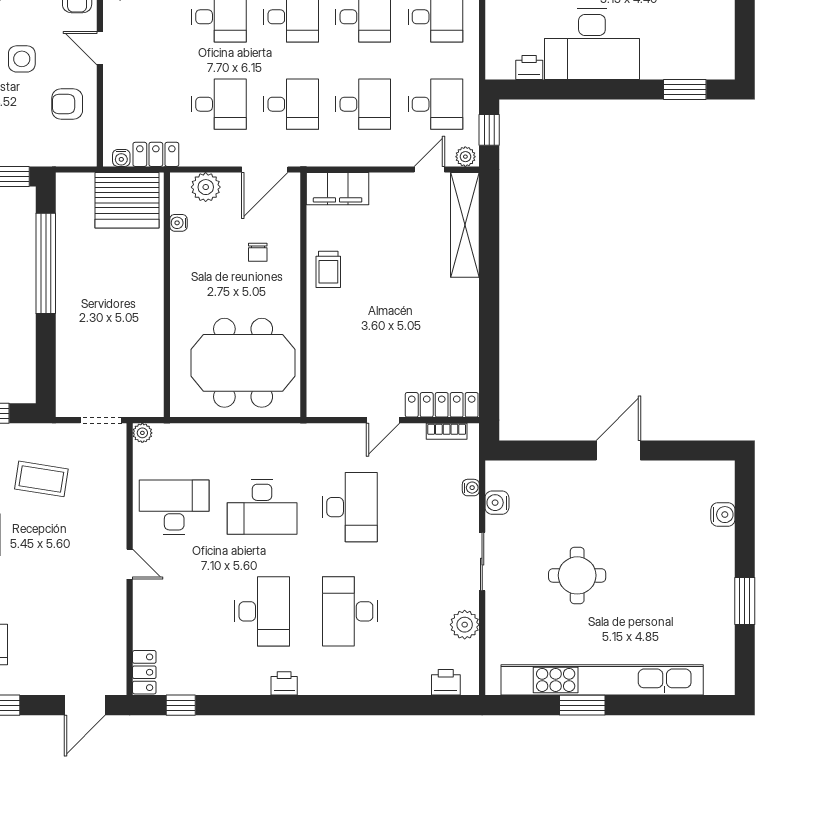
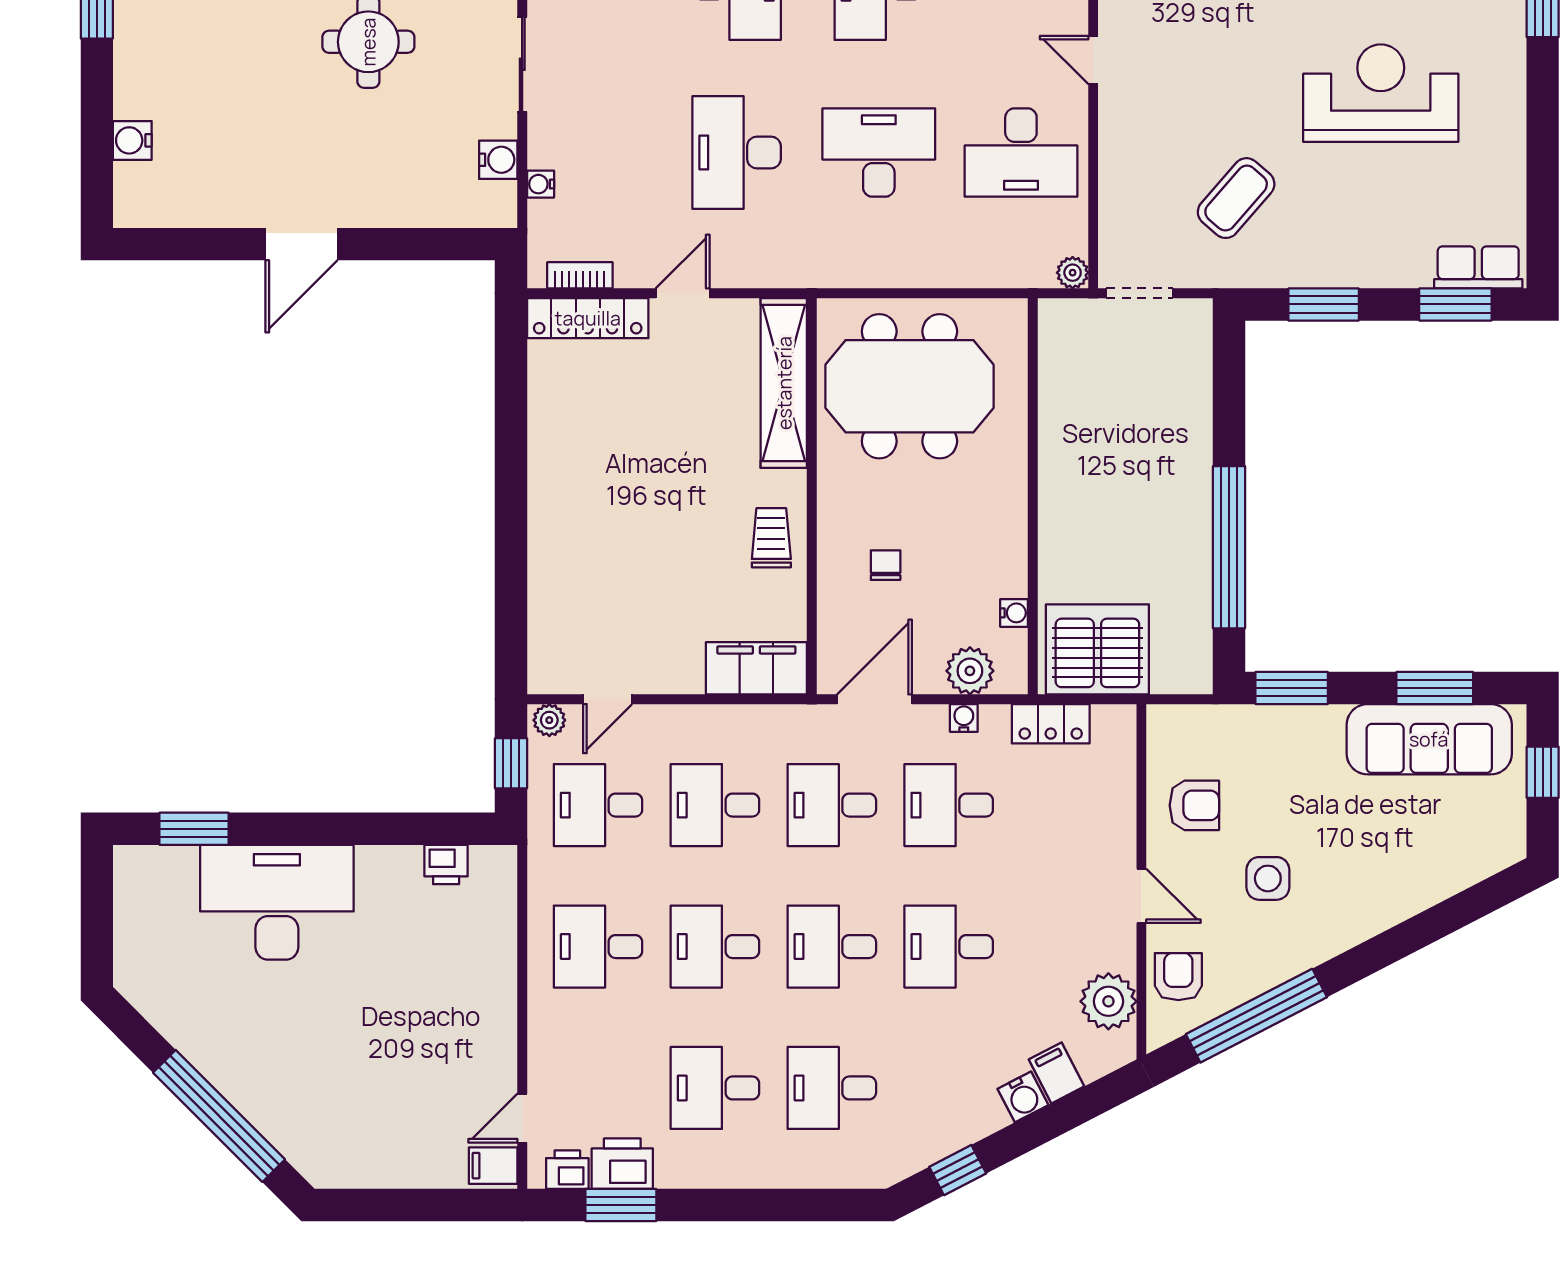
desk: (592, 44) -> (277, 902), moved
water cooler: (121, 158) -> (964, 718), moved
shelving: (465, 225) -> (784, 383), moved
coffee table: (41, 479) -> (1236, 198), turned -58

